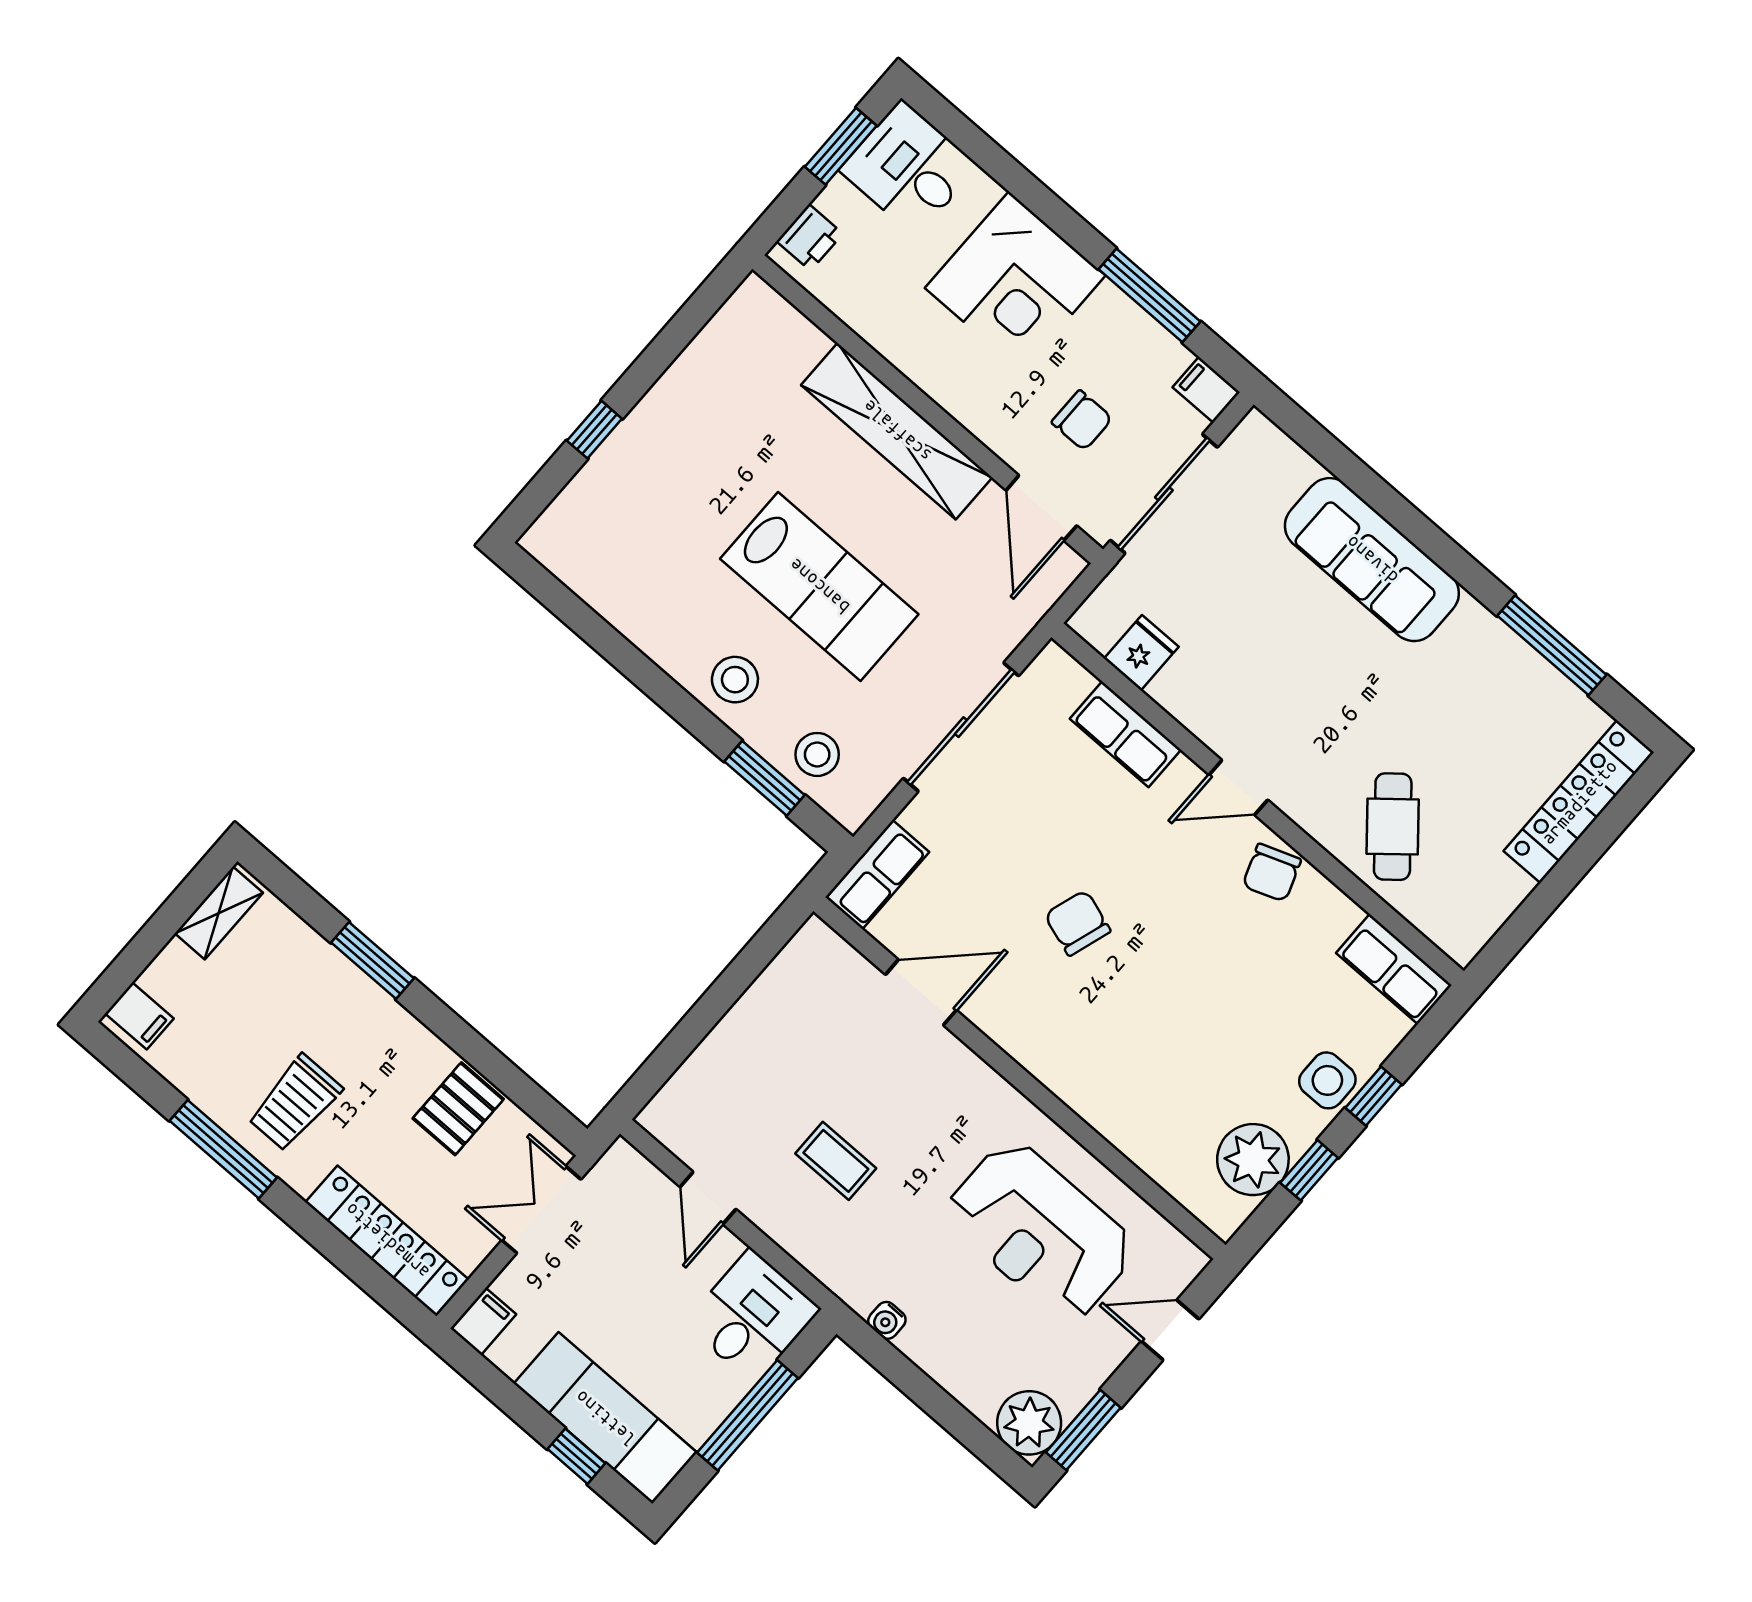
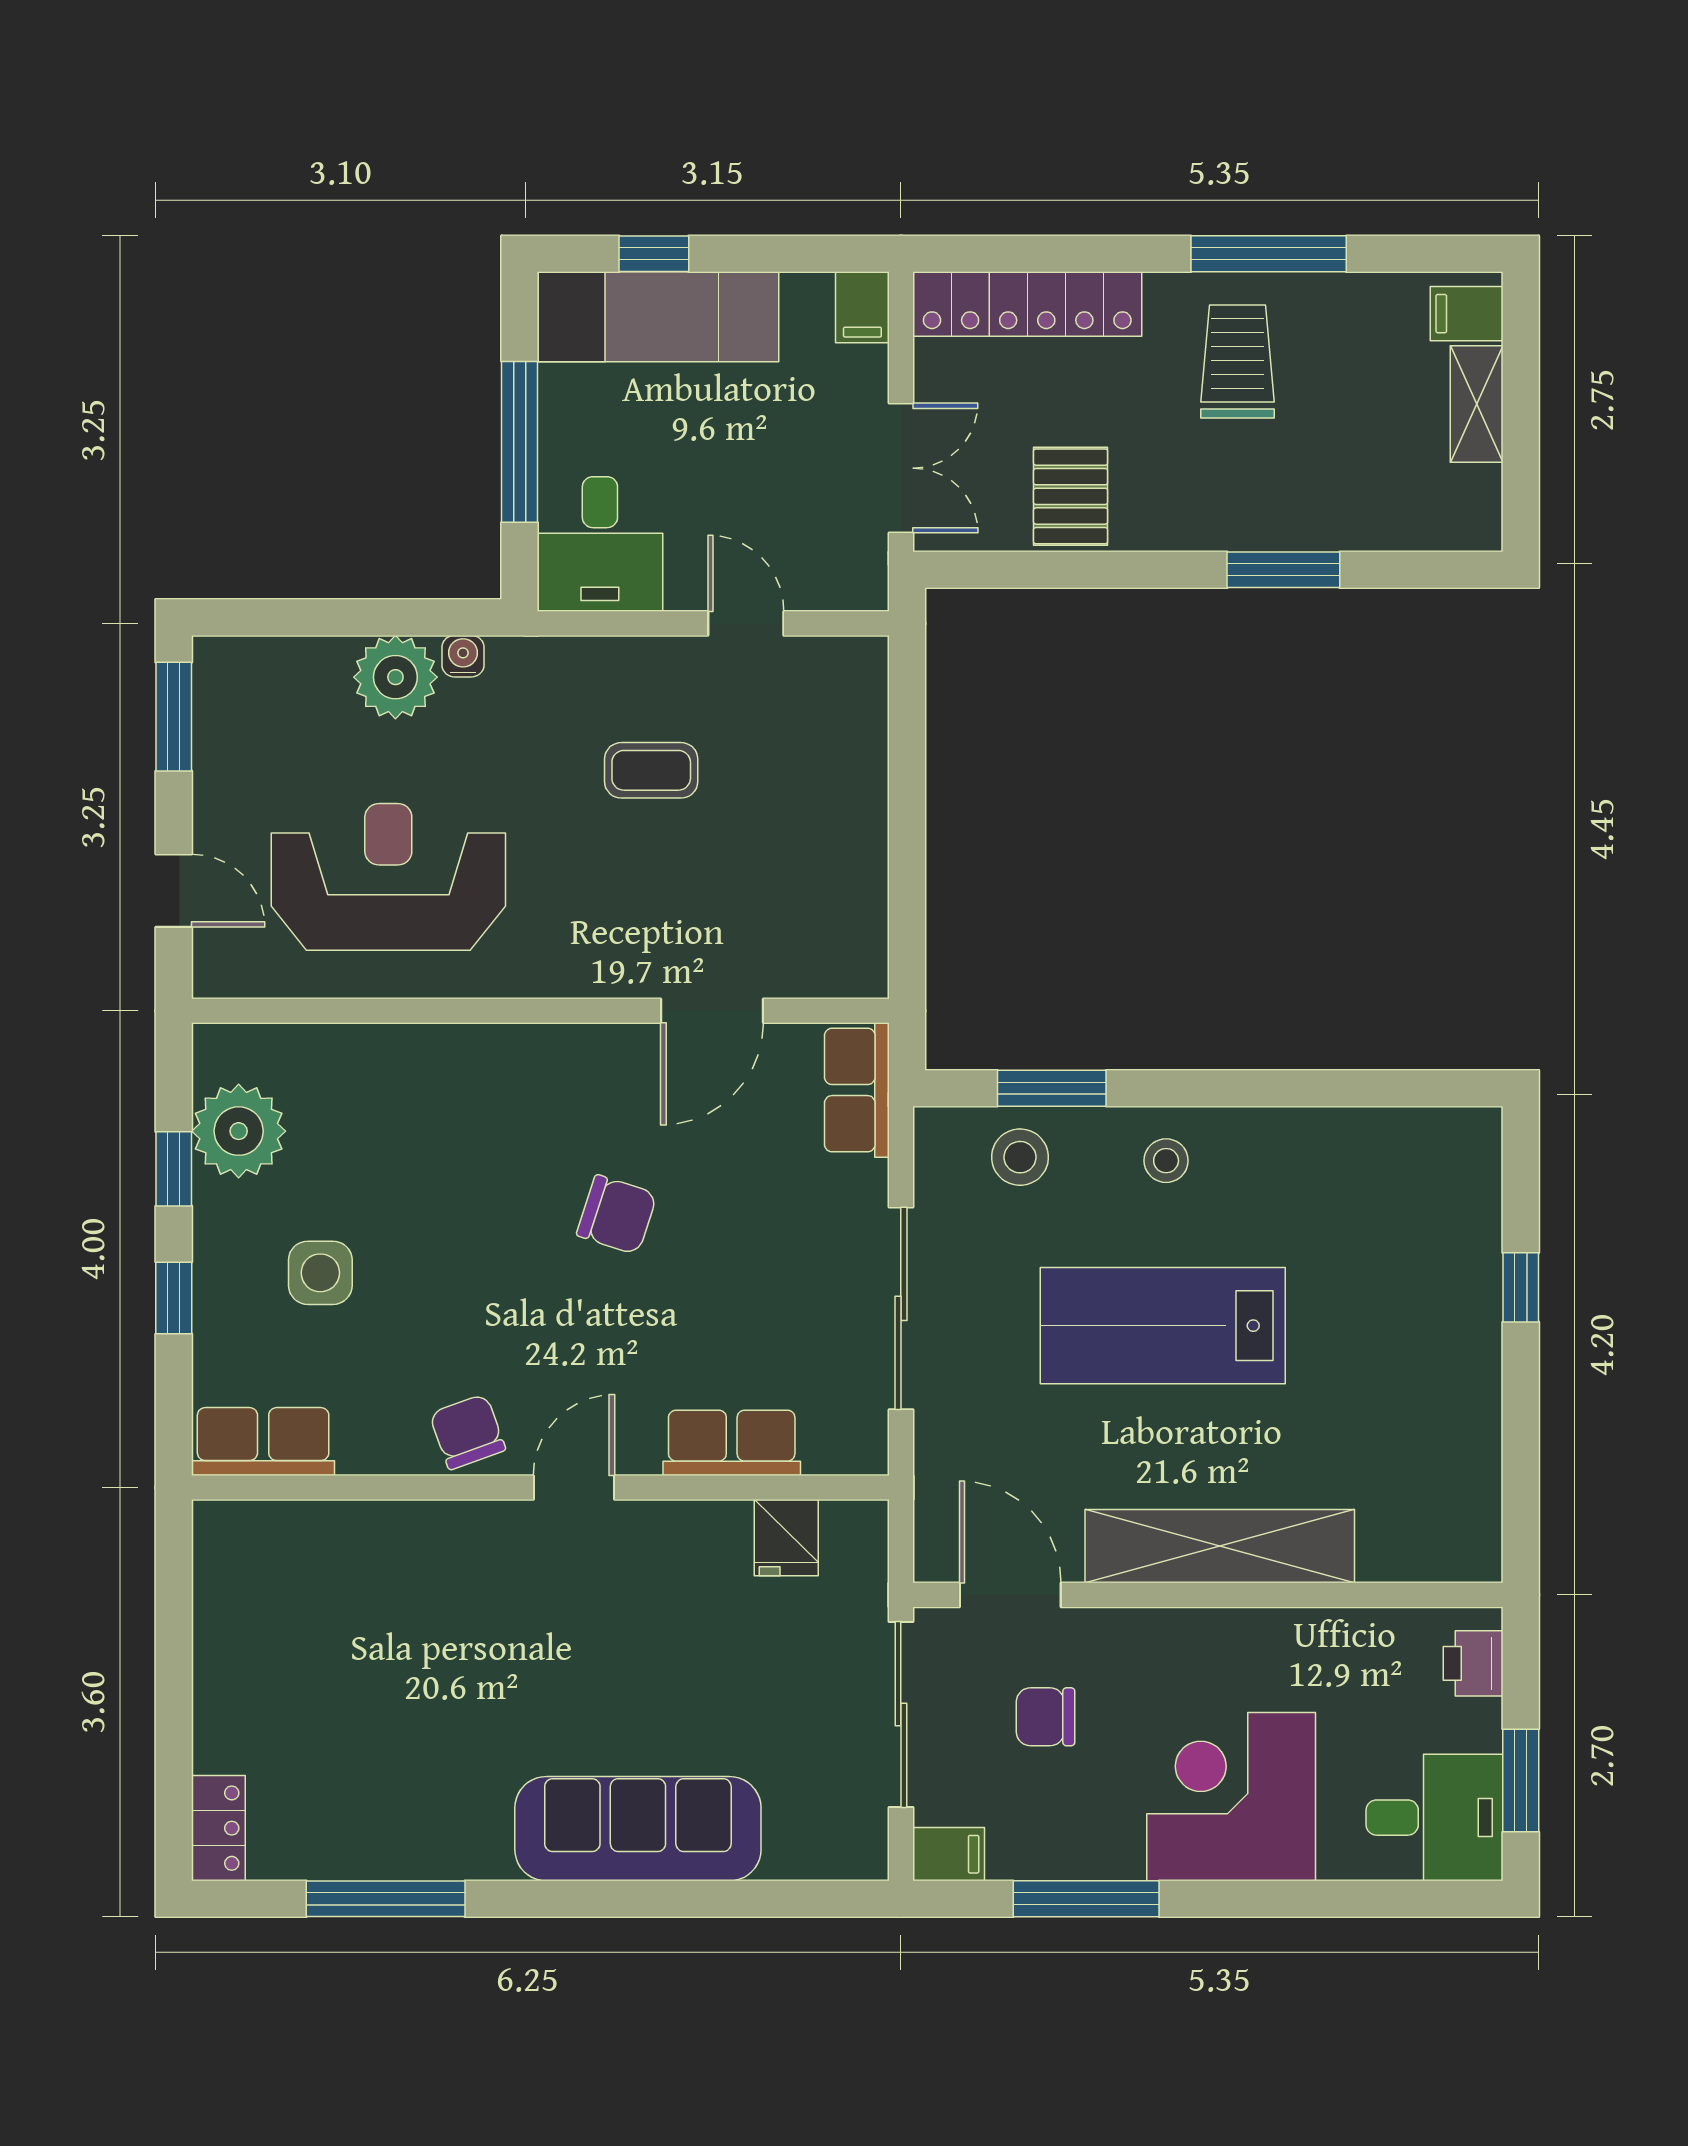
stool: (735, 680) -> (1166, 1161), width x0.73, depth x0.73
locker: (1579, 802) -> (218, 1828), width x0.46, depth x0.83
cafe table: (1393, 827) -> (387, 1582), removed
shelving: (219, 913) -> (1477, 404), moved
side table: (1327, 1080) -> (320, 1273), moved
door: (1170, 1330) -> (174, 891), hinge flipped
plant: (1029, 1423) -> (395, 677), moved

